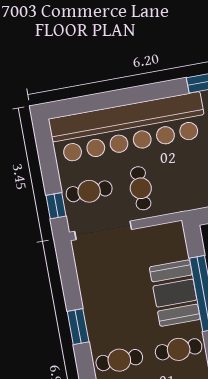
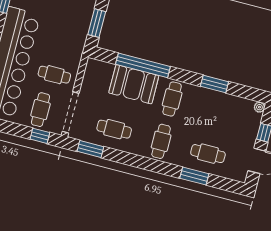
cafe table: (107, 294) -> (114, 129), added
window: (78, 327) -> (90, 149), moved

